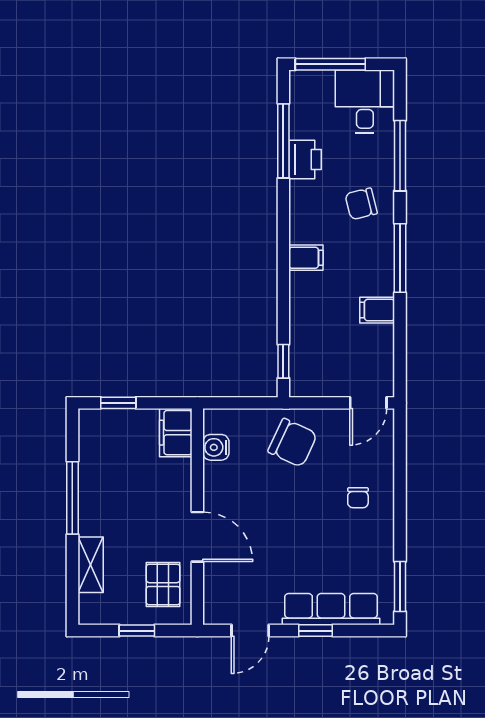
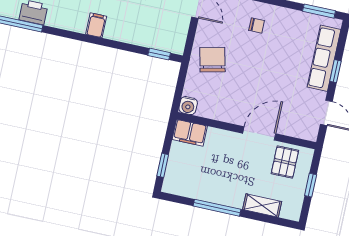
chair: (293, 443) -> (212, 60), turned -38
water cooler: (216, 447) -> (188, 106), moved
pallet: (163, 585) -> (285, 162), turned 90

